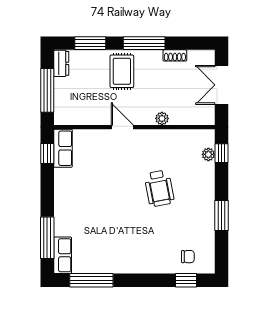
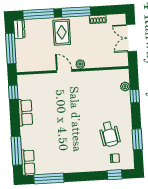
window: (90, 43) -> (39, 14), width x1.44
plant: (162, 118) -> (80, 64), moved
row of seats: (63, 148) -> (25, 112), moved
window: (222, 153) -> (135, 96), moved
wheelchair: (159, 188) -> (110, 134), moved
window: (222, 216) -> (137, 139), moved

